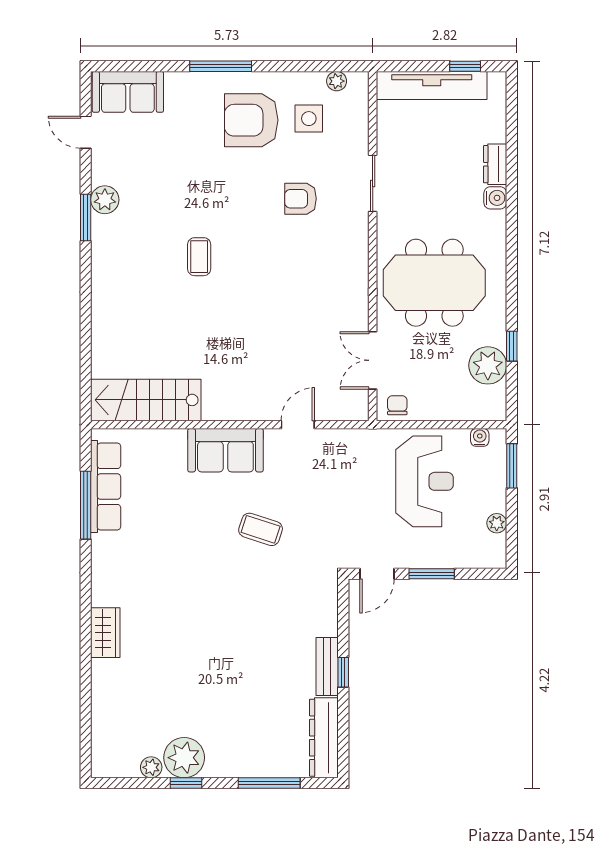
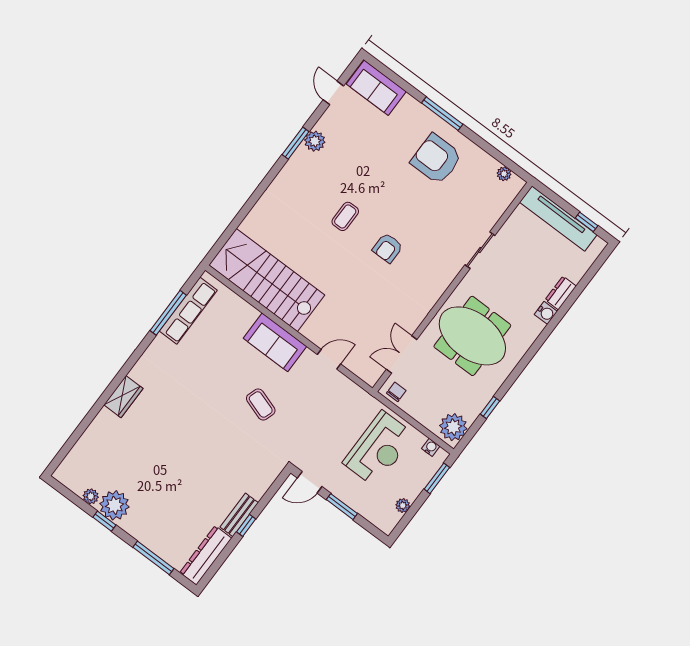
side table: (309, 119) -> (471, 184), removed
armchair: (301, 199) -> (388, 248), moved, turned -90
plant: (488, 365) -> (453, 427), moved
stairs: (146, 400) -> (267, 280), width x1.36, depth x1.51

